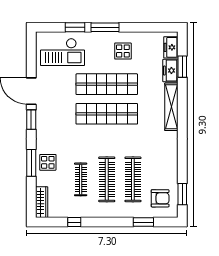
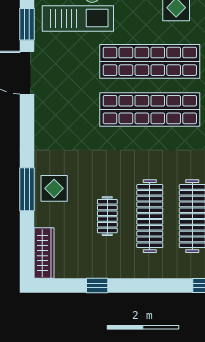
window: (31, 120) -> (27, 24), moved
clothes rail: (81, 179) -> (107, 216), width x0.73

